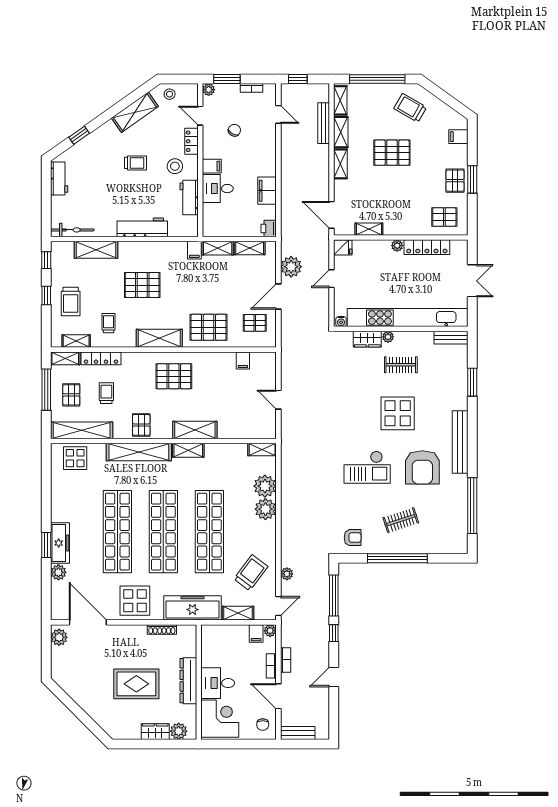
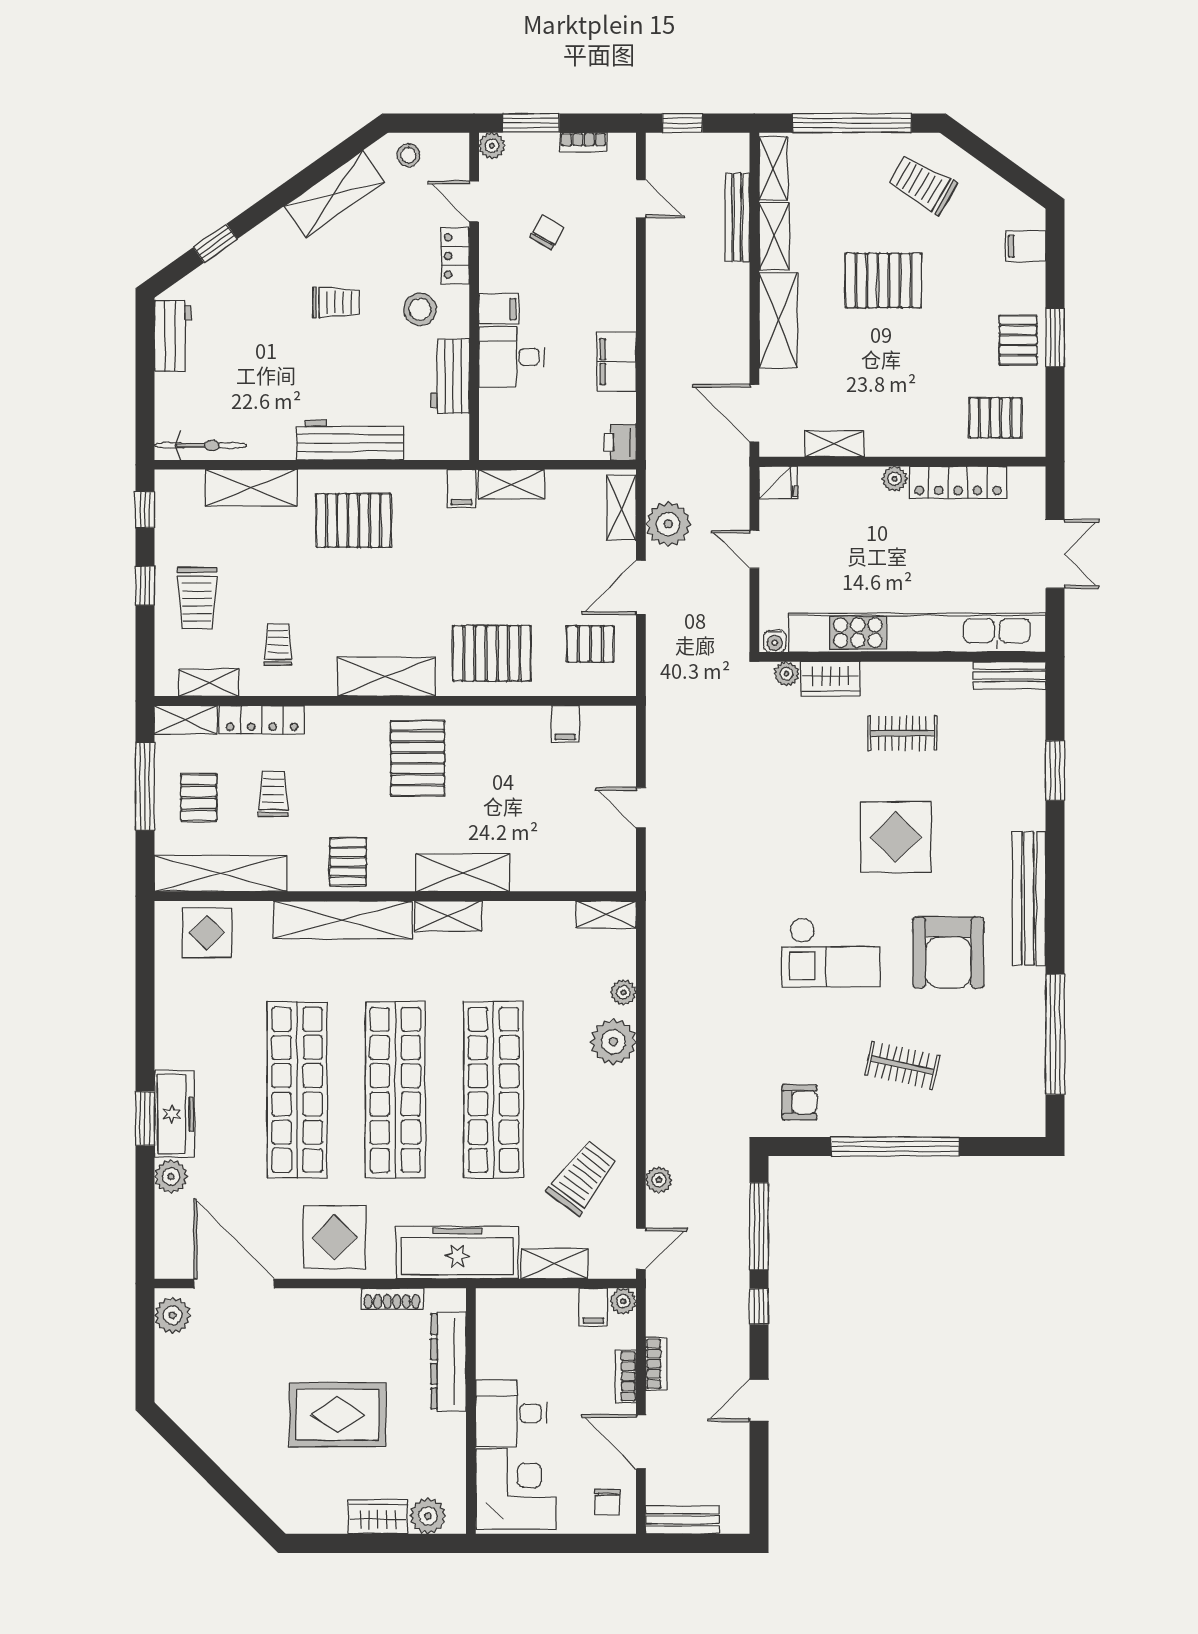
shelving: (340, 164) -> (778, 320), width x1.50, depth x1.33
shelving: (250, 248) -> (622, 508), moved, turned 90
door: (331, 279) -> (754, 549), hinge flipped
pallet: (142, 285) -> (353, 521), moved
plant: (388, 337) -> (787, 674), moved
pallet: (174, 376) -> (418, 758), turned 90
plant: (265, 486) -> (623, 992), width x0.53, depth x0.53
clothes rail: (401, 520) -> (902, 1065), turned 30
dresser: (188, 681) -> (449, 1361), moved

